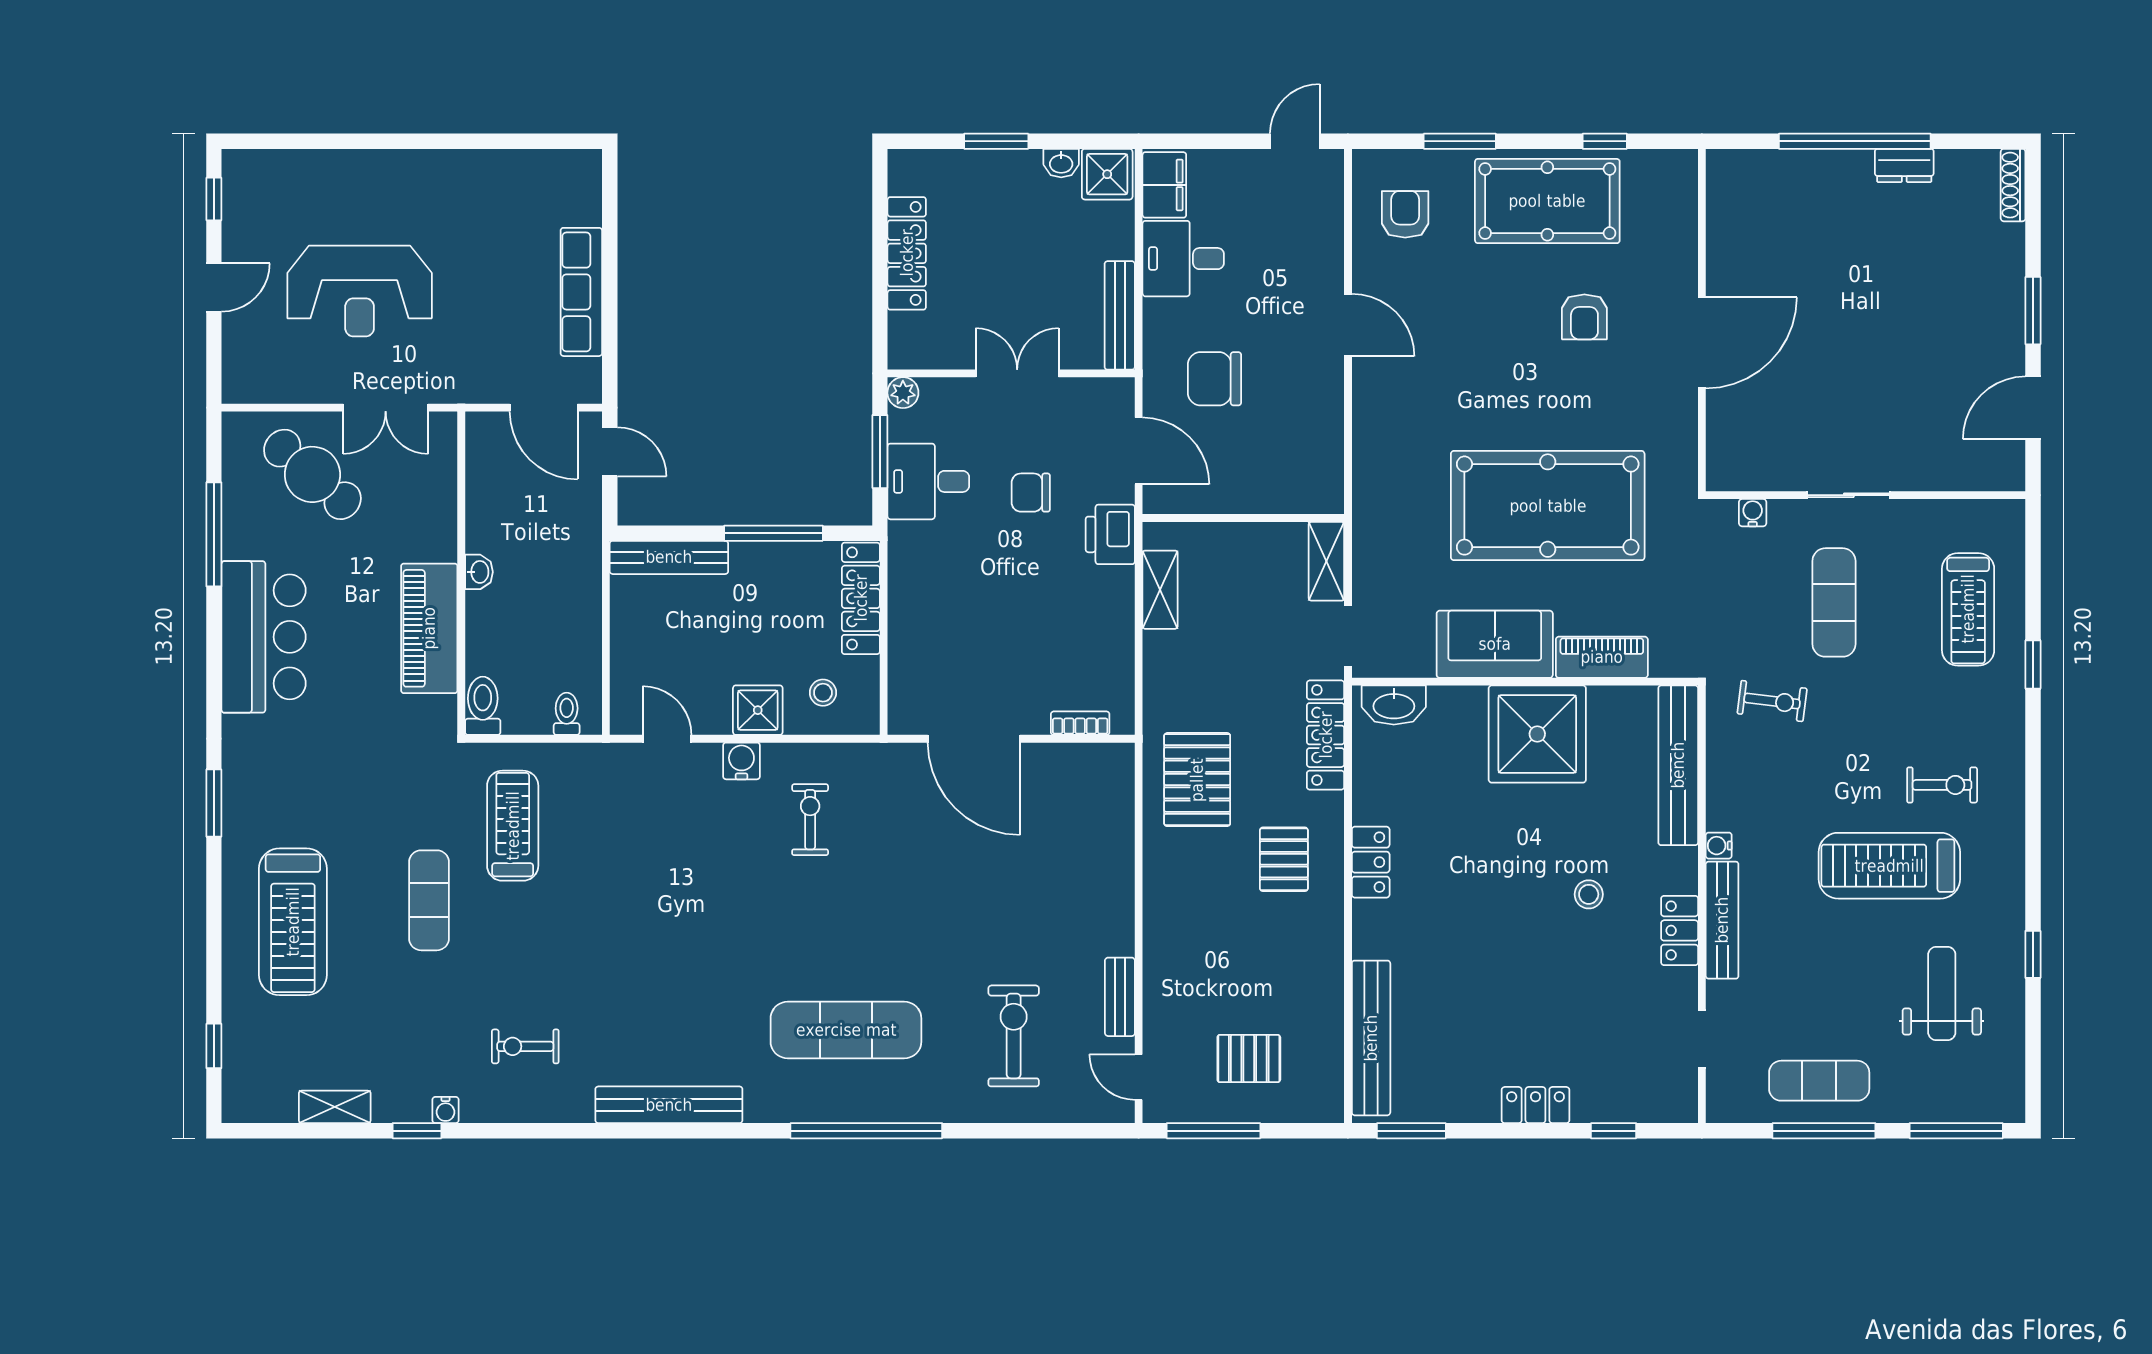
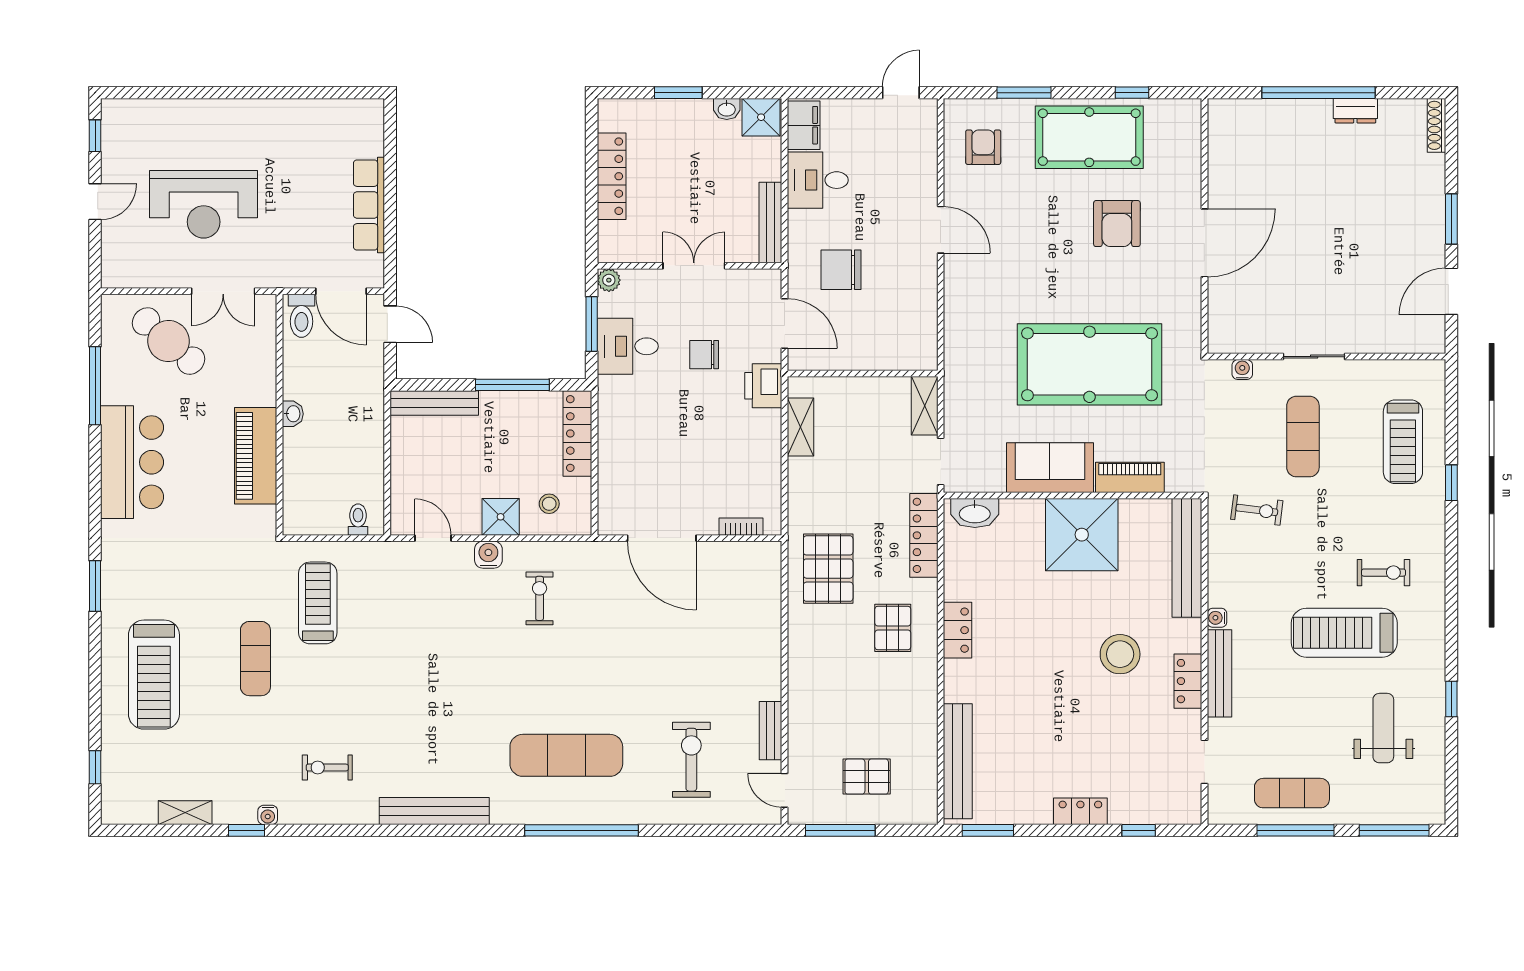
armchair: (1584, 317) -> (1117, 224), width x1.38, depth x1.38
toilet: (483, 706) -> (301, 316), moved, turned 180
stool: (1589, 894) -> (1120, 654), width x1.89, depth x1.89

